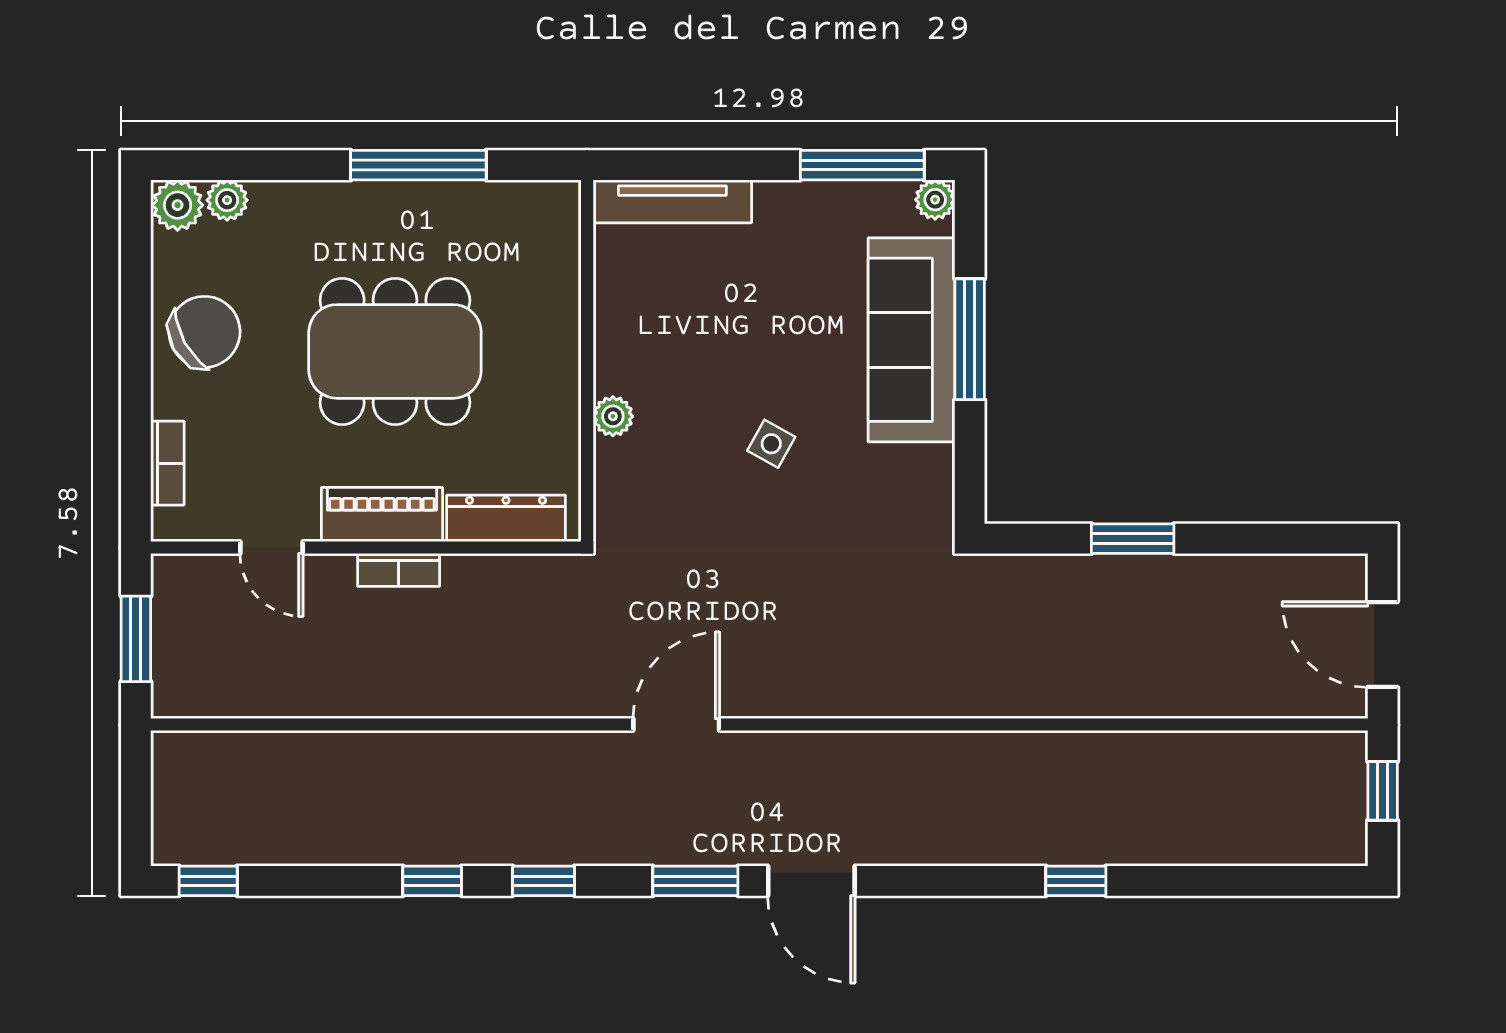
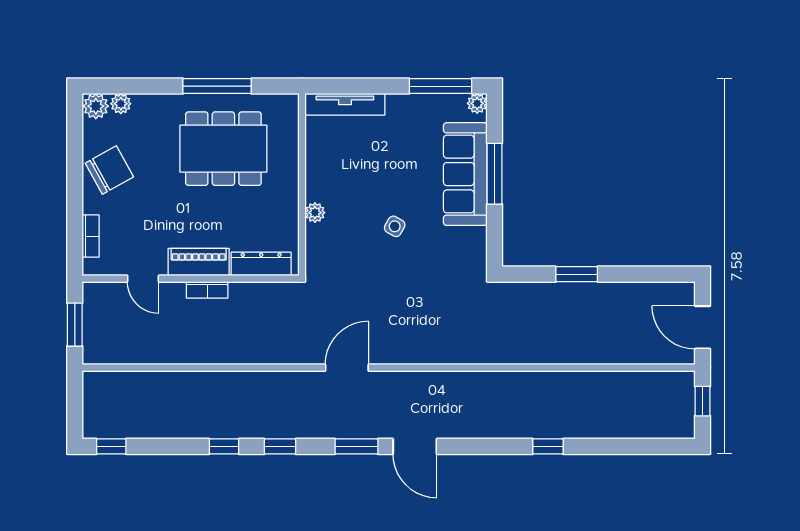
dining table: (395, 351) -> (223, 149), moved

